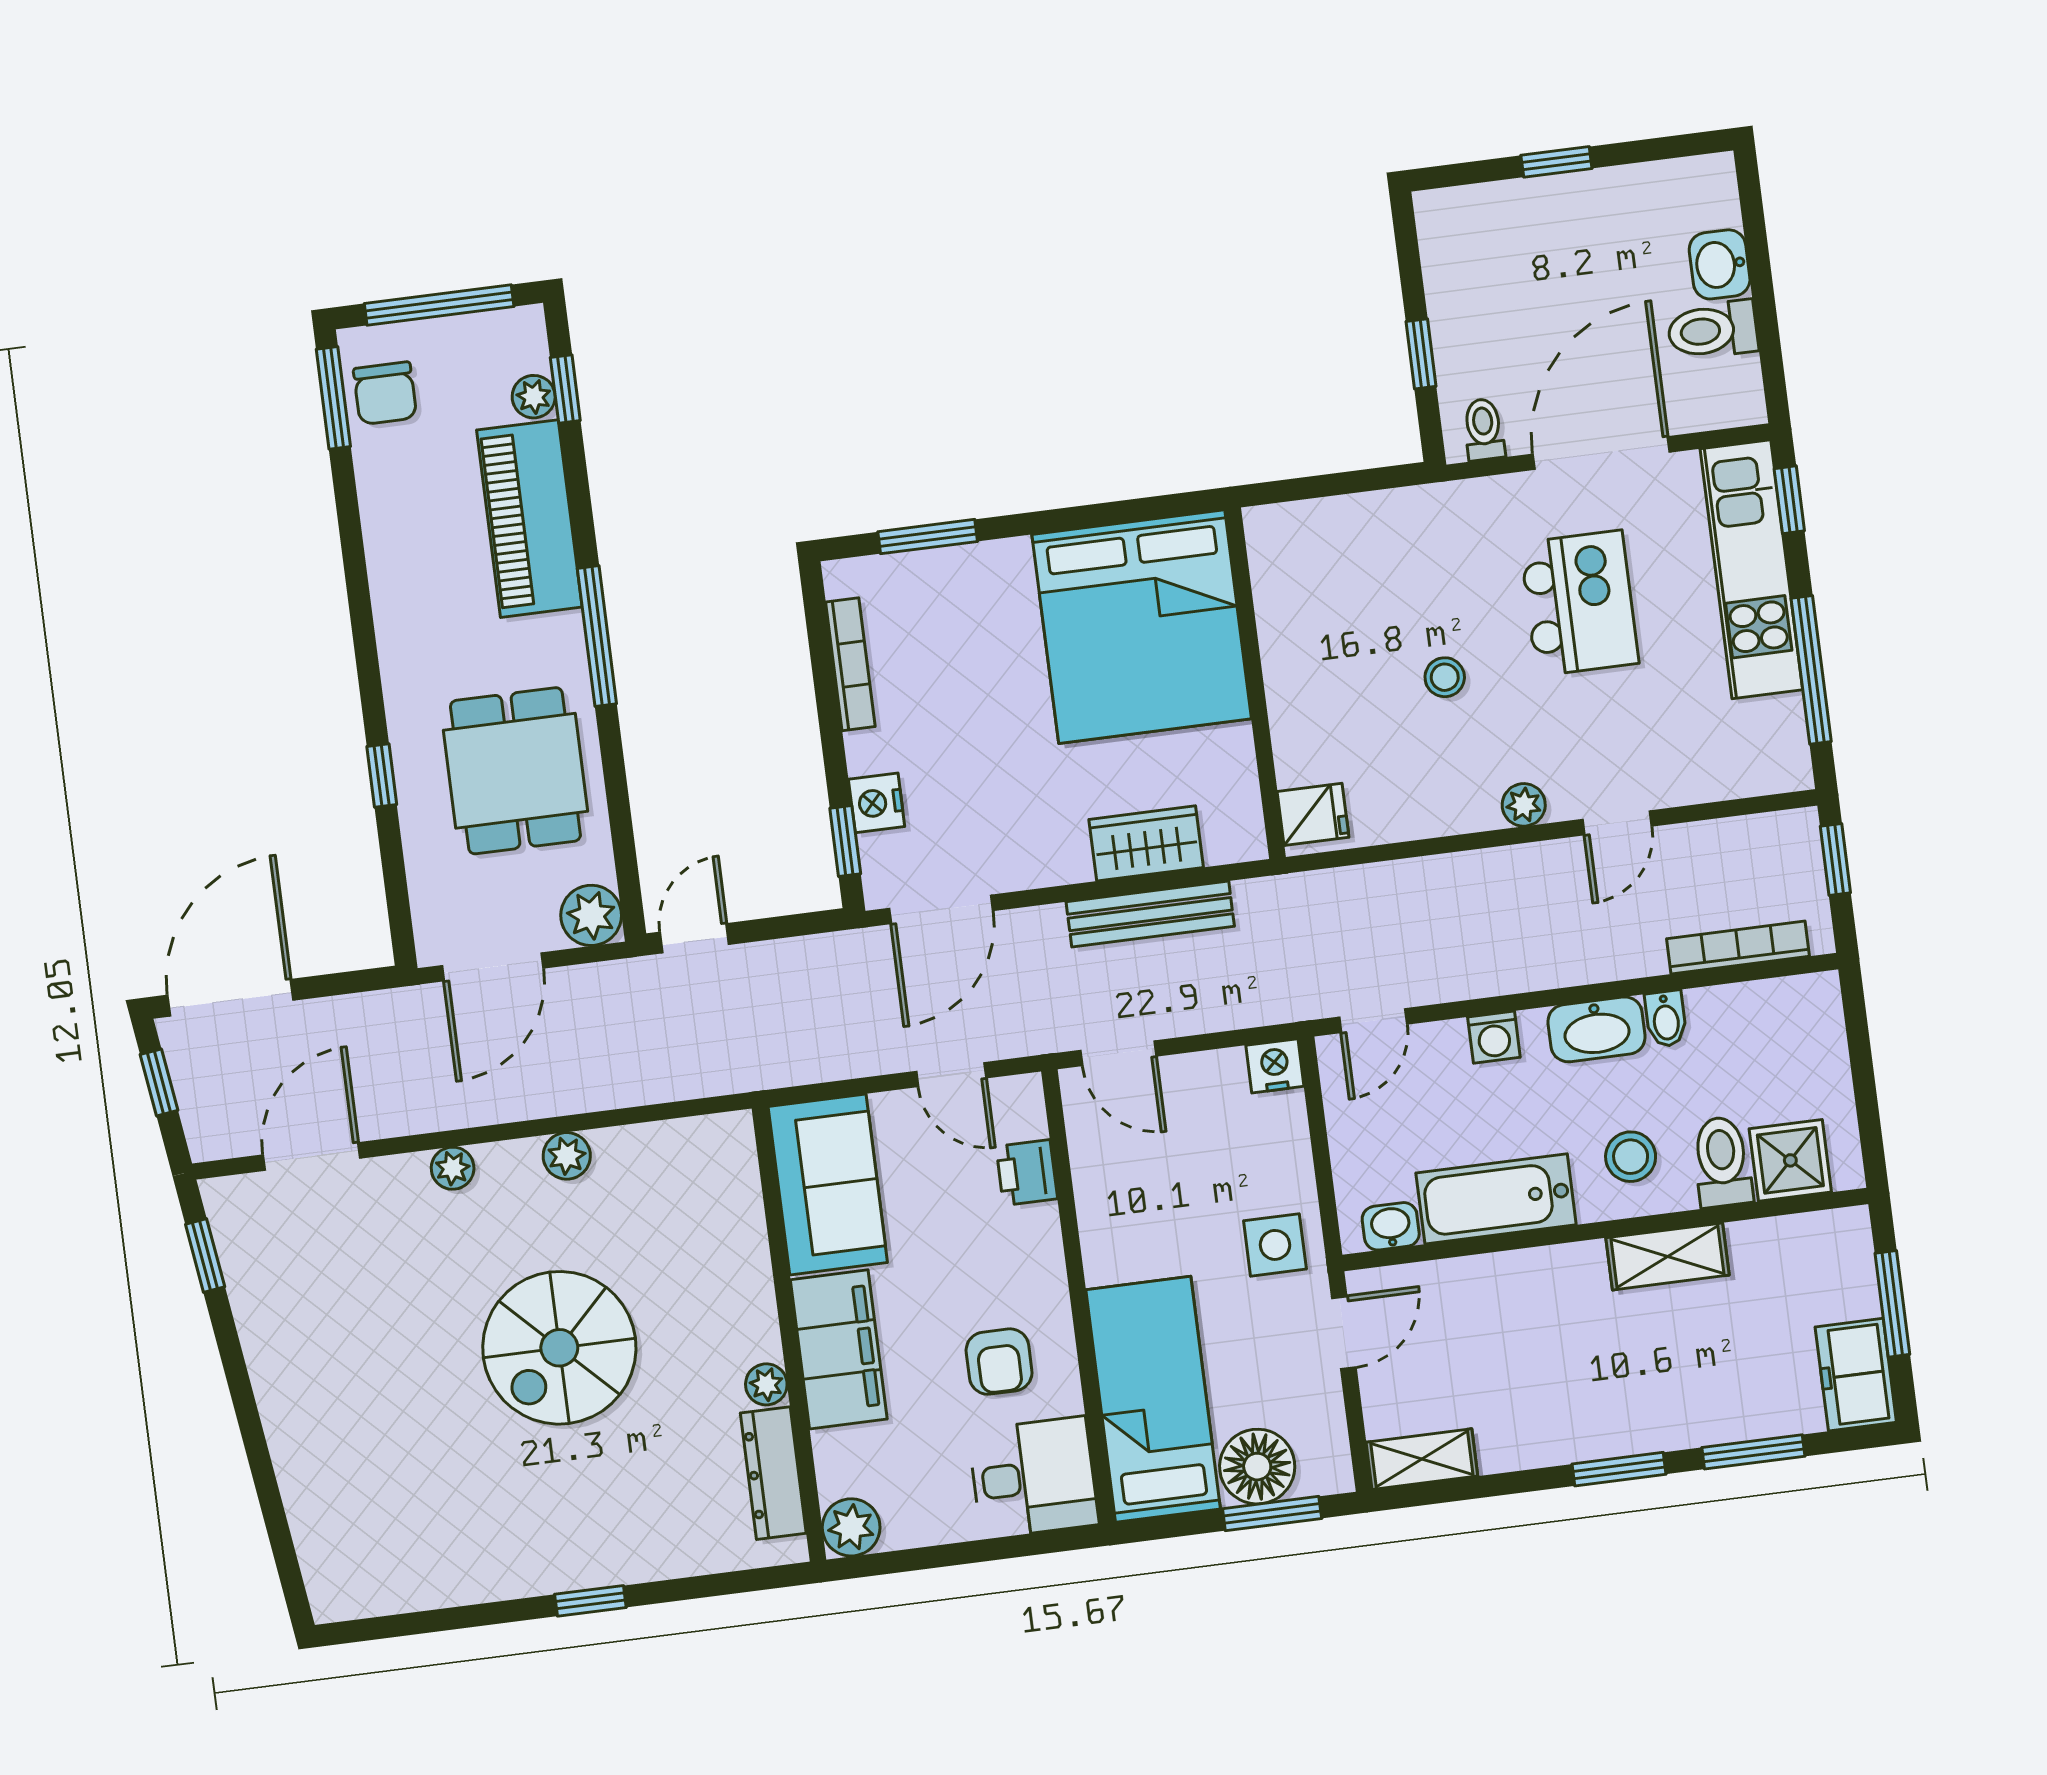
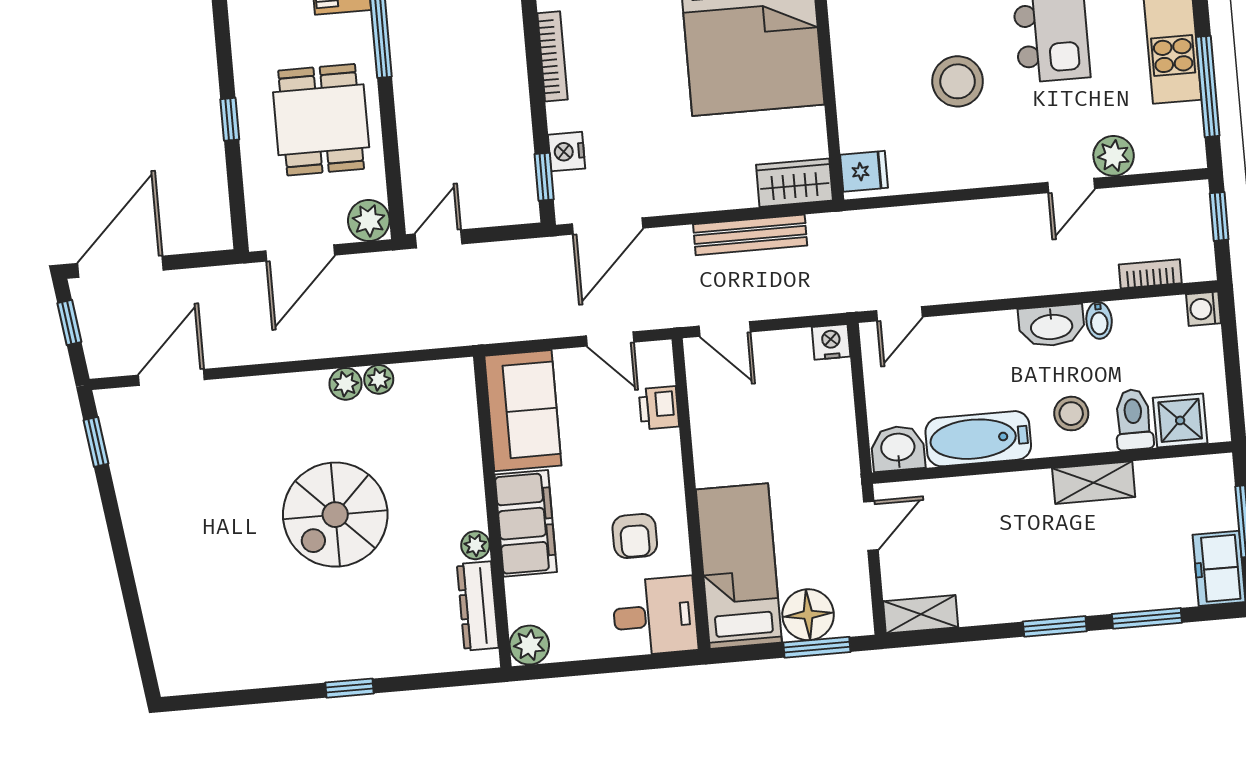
stool: (1445, 677) -> (958, 81), width x1.89, depth x1.89
plant: (1524, 805) -> (1114, 156), moved, width x1.38, depth x1.38
wardrobe: (1146, 843) -> (794, 183), moved
bookcase: (1738, 948) -> (1150, 274), width x0.64
washing machine: (1494, 1037) -> (1204, 309), moved, turned 90
plant: (453, 1168) -> (379, 379), moved
washbasin: (1391, 1226) -> (898, 448), width x1.38, depth x1.45
side table: (1275, 1245) -> (826, 464), removed

